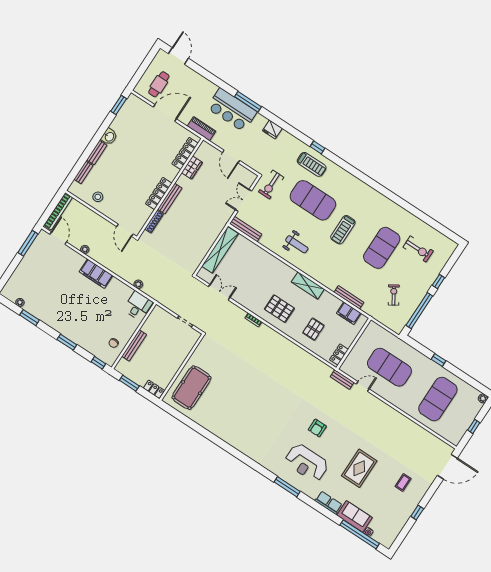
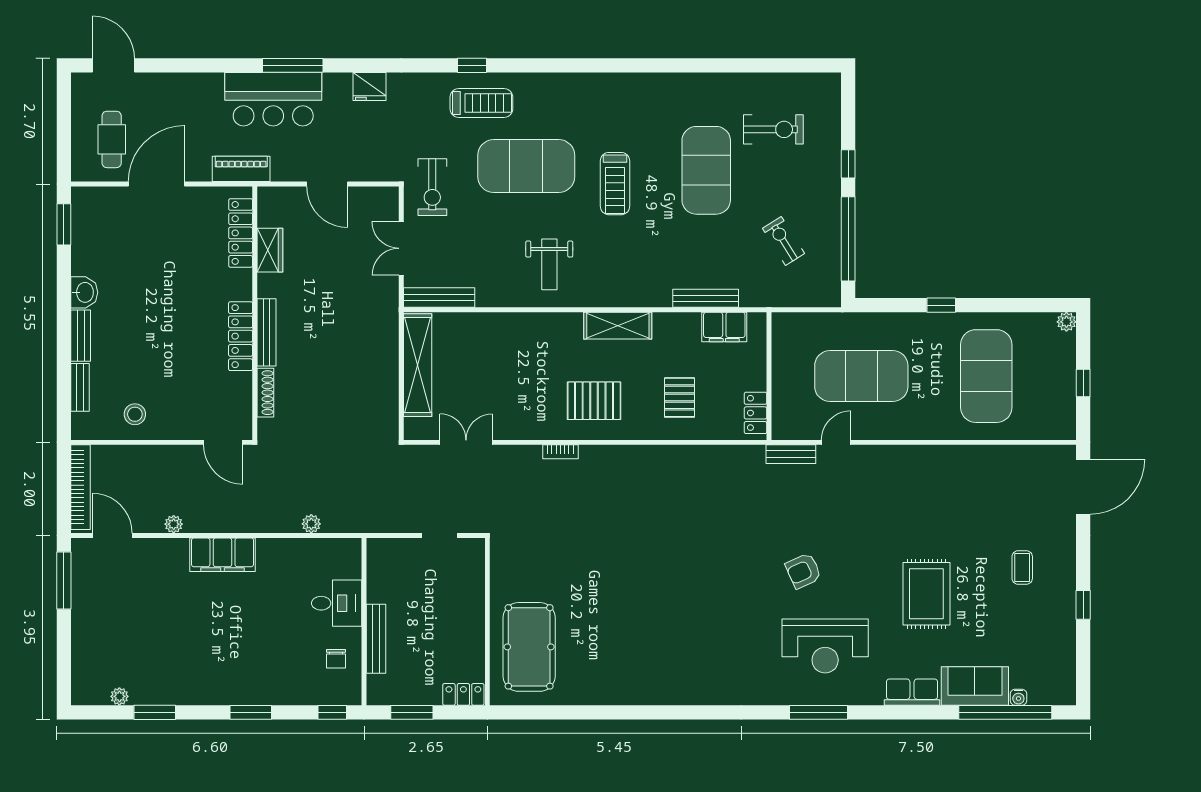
weight bench: (297, 244) -> (549, 264), turned 90
desk: (138, 306) -> (337, 603), moved, turned 90
armchair: (317, 428) -> (803, 571), turned 66

